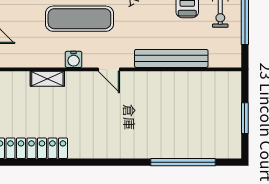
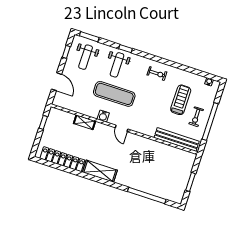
bench: (171, 58) -> (177, 140), moved
shelving: (97, 148) -> (100, 171), added

